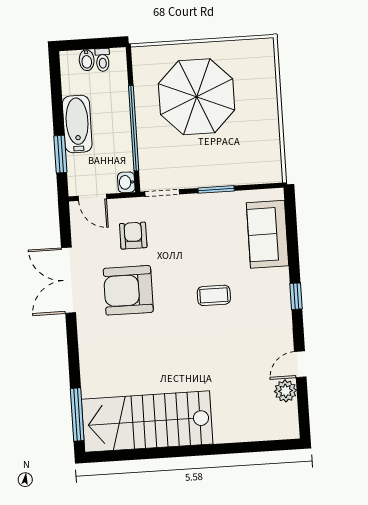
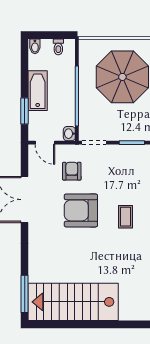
bidet: (87, 60) -> (35, 46), moved
armchair: (128, 290) -> (81, 210), moved
coffee table: (214, 295) -> (125, 217), turned 90

